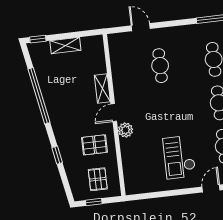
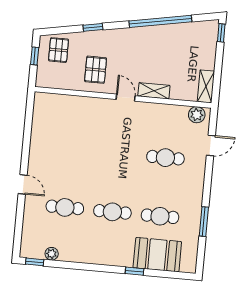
shelving: (65, 45) -> (206, 86), moved
plant: (126, 130) -> (197, 115), moved
checkout: (179, 157) -> (63, 158), removed
pallet: (98, 179) -> (59, 50), moved, turned 90

